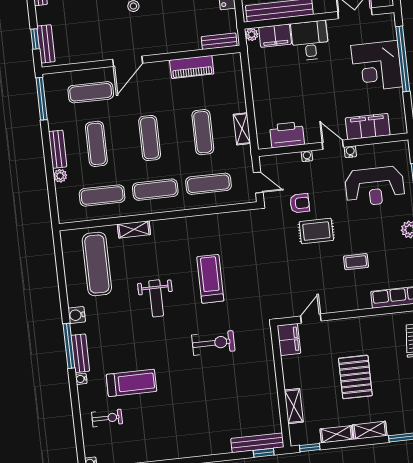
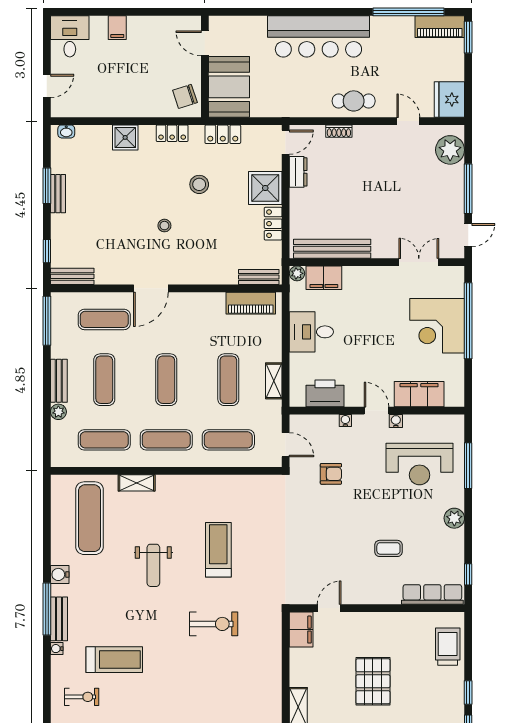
desk: (310, 41) -> (311, 332), moved, turned -90
bench: (46, 44) -> (72, 276), moved, turned 90
piano: (192, 67) -> (251, 303), moved
rug: (316, 231) -> (347, 508), removed

